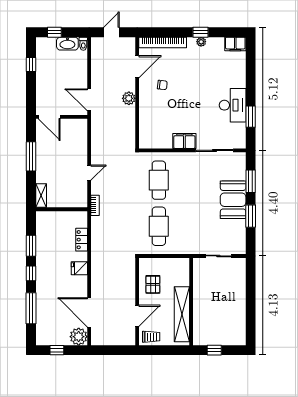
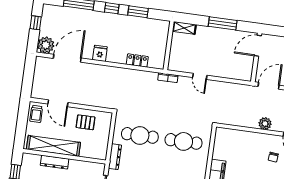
dresser: (184, 249) -> (115, 157), added
fridge: (79, 268) -> (100, 53), moved
dresser: (199, 311) -> (55, 162), added

